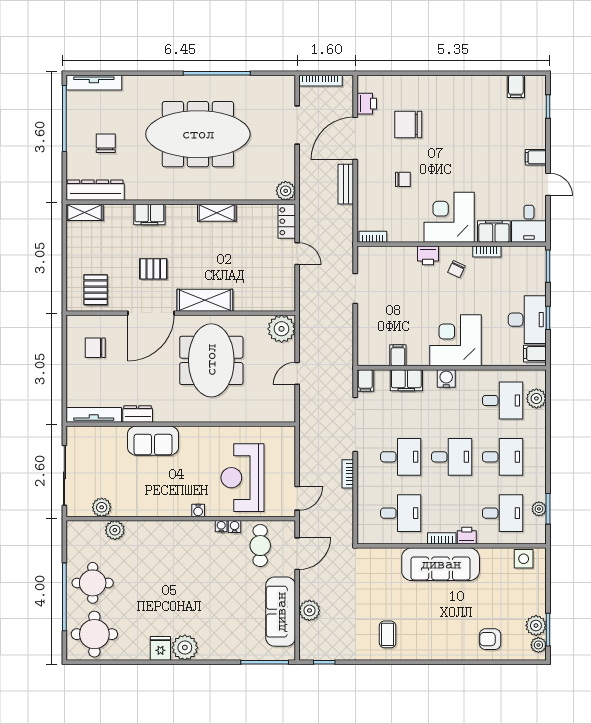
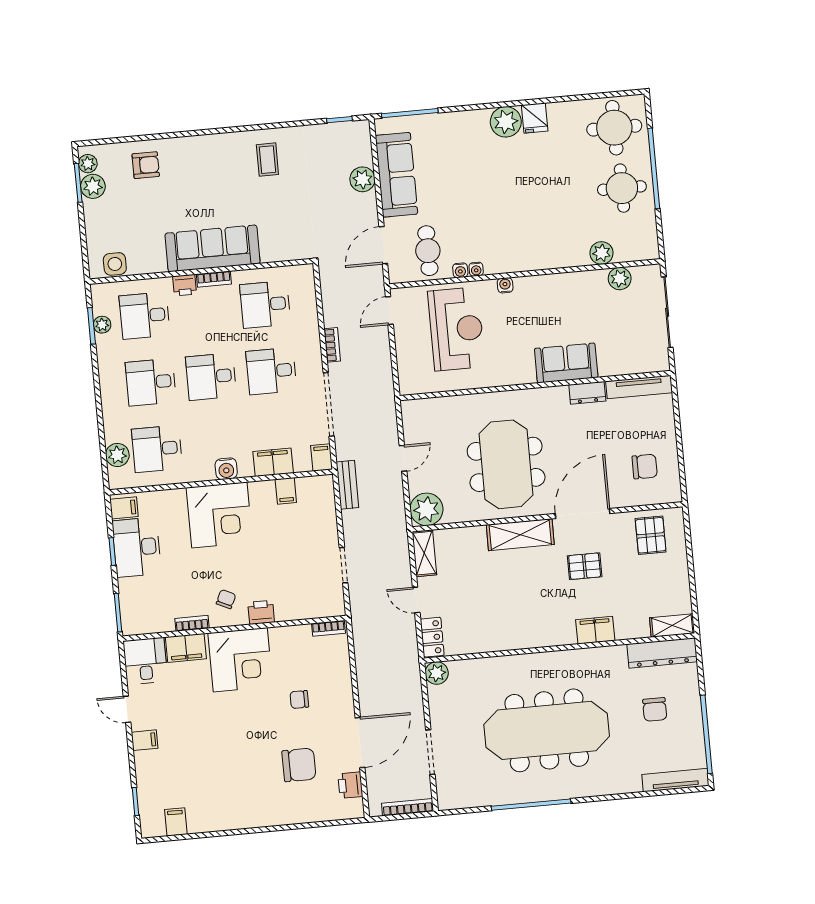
bench: (346, 184) -> (347, 485), moved
shelving: (217, 213) -> (424, 553), moved, turned 90

